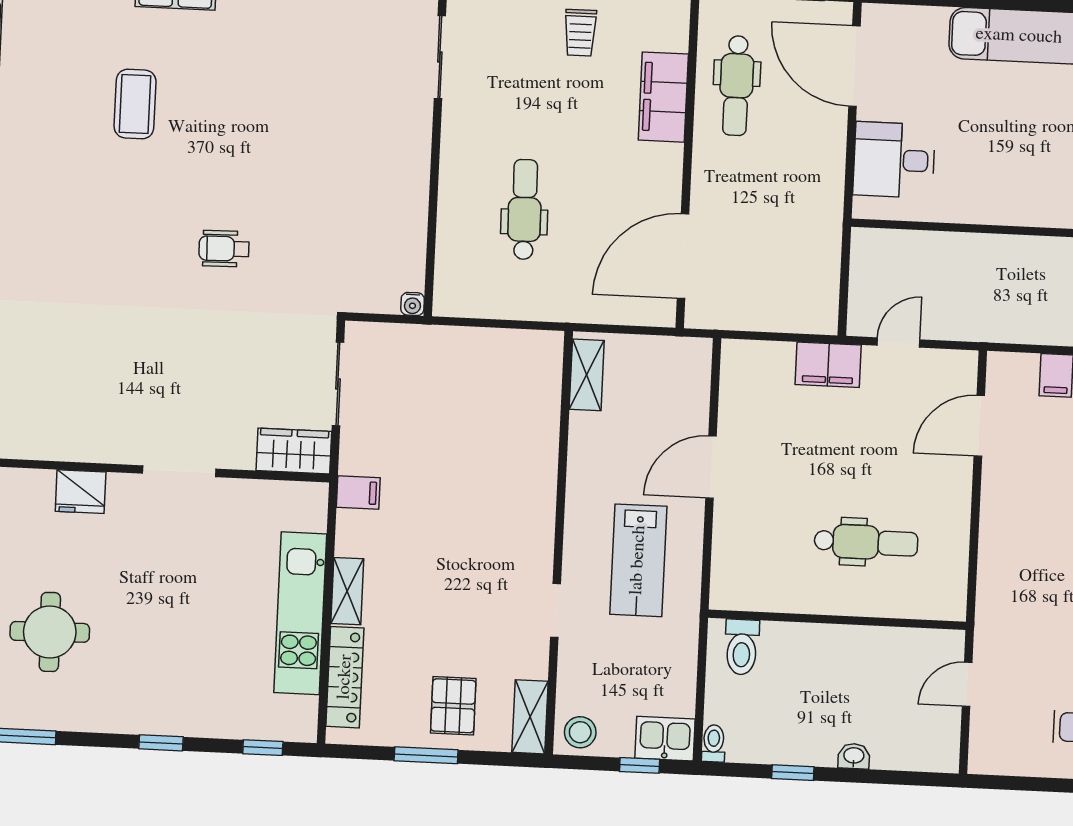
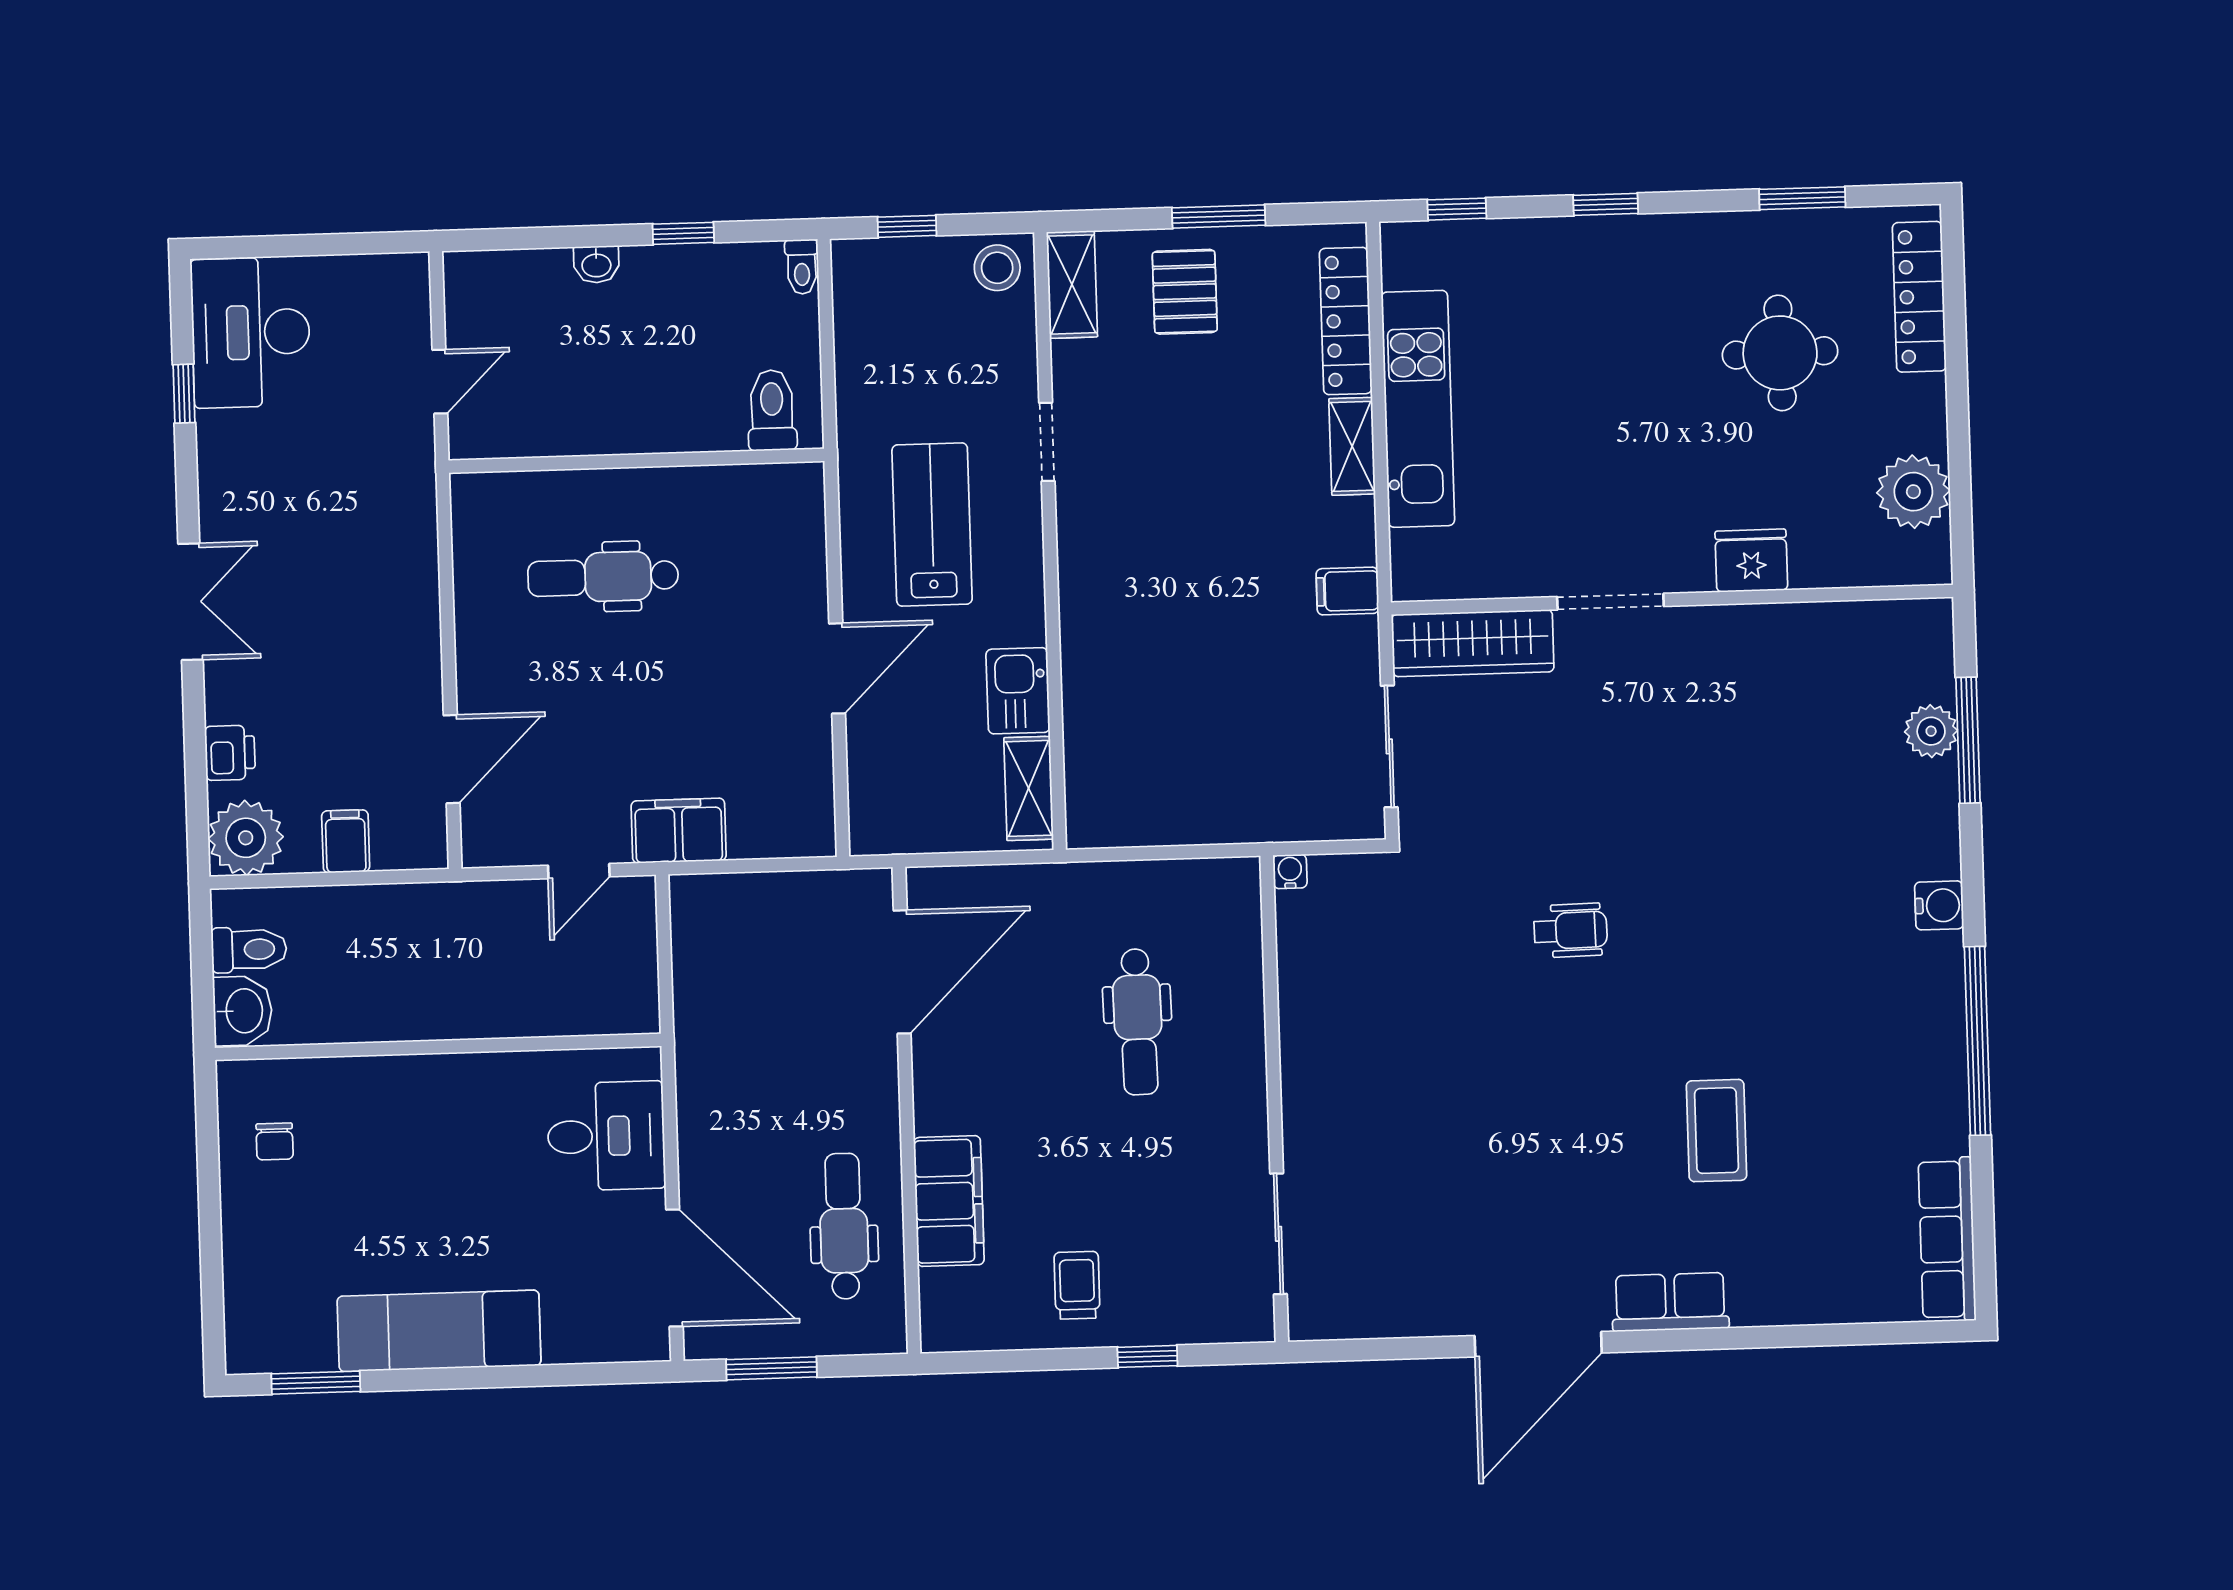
wardrobe: (294, 451) -> (1473, 643), width x1.50
kitchen sink: (665, 739) -> (1018, 691), moved, turned 90

